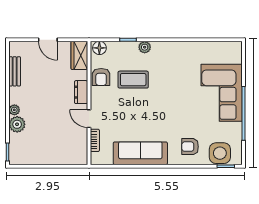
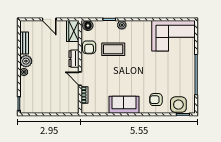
corner sofa: (222, 93) -> (173, 36), moved, turned -90
plant: (17, 124) -> (26, 61), moved
sofa: (140, 153) -> (124, 105), width x0.73

